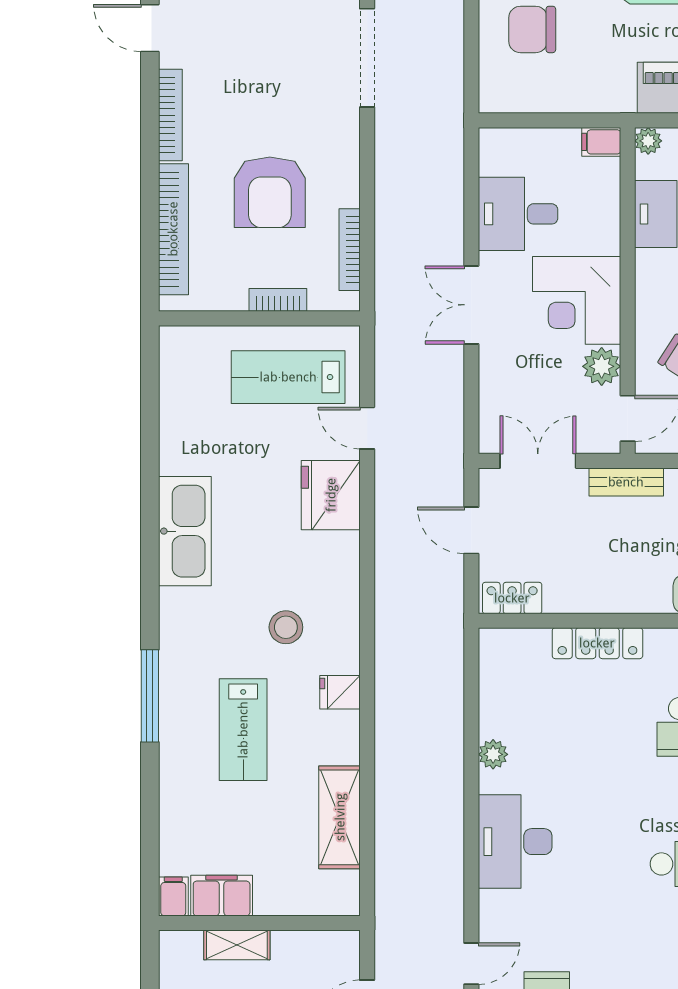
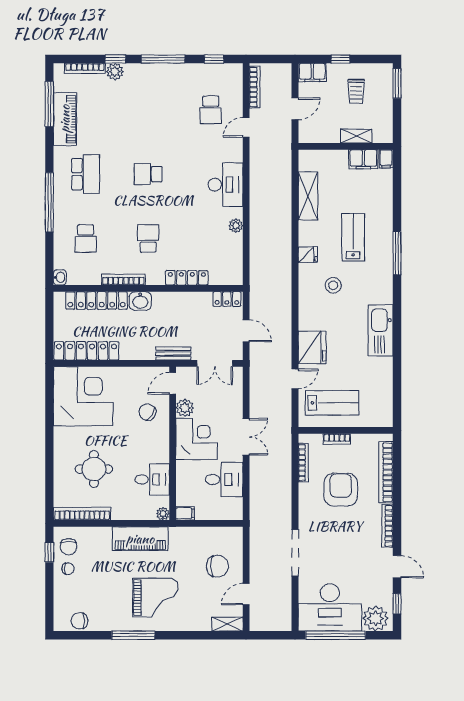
door: (367, 428) -> (295, 379), hinge flipped

